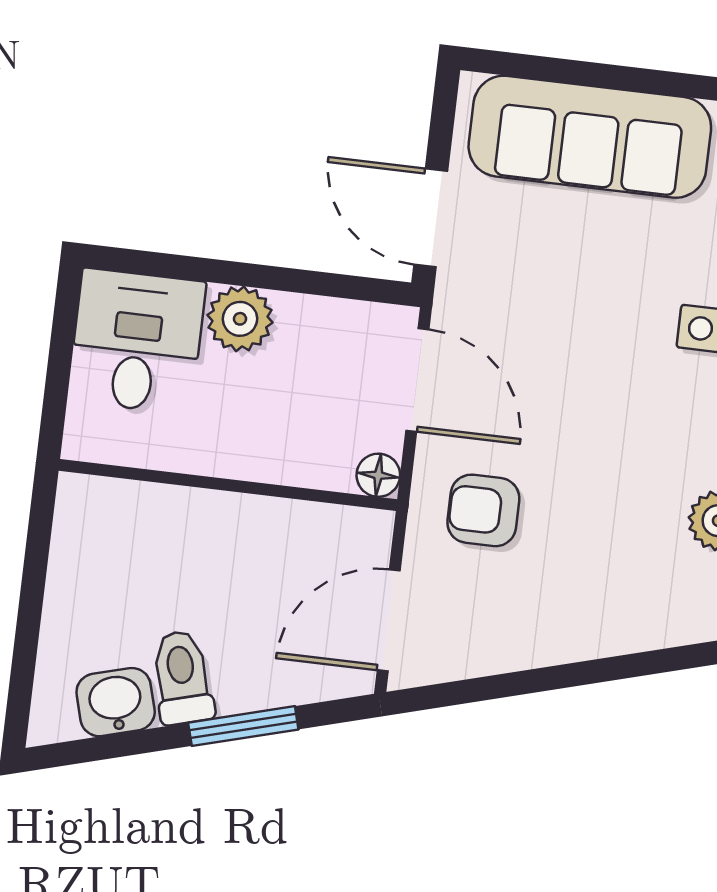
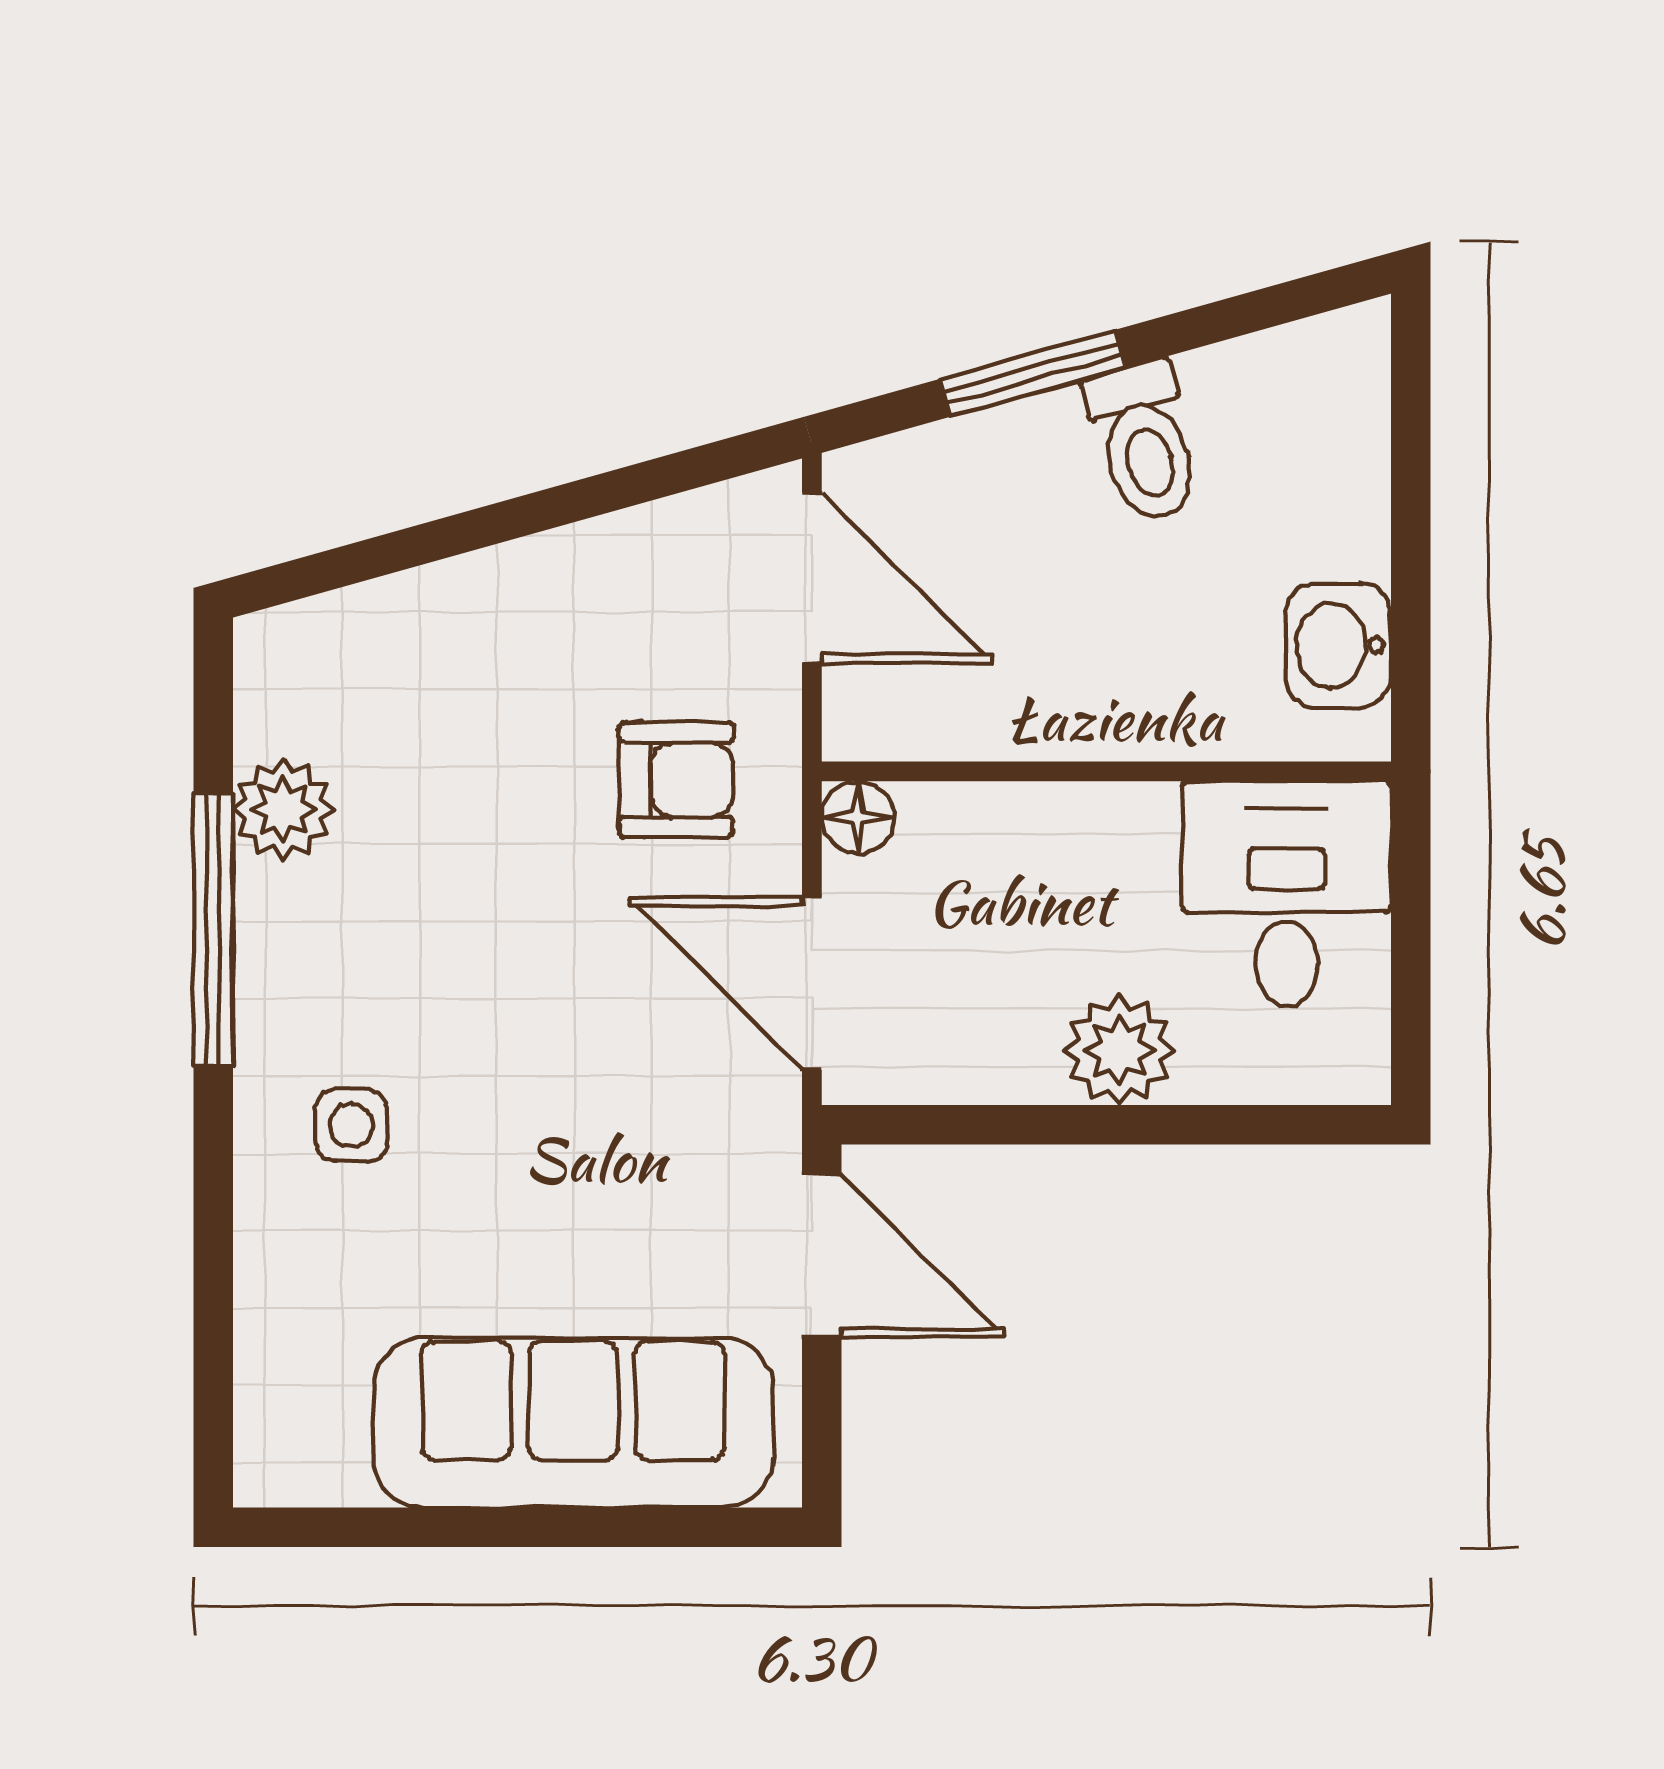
desk: (137, 341) -> (1287, 894), moved, turned 180
door: (389, 620) -> (812, 578), hinge flipped
washbasin: (116, 702) -> (1338, 645), moved, turned 106

